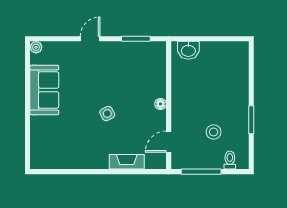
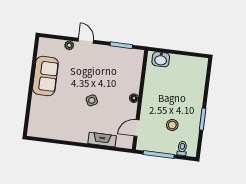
door: (90, 39) -> (86, 41), hinge flipped
plant: (36, 47) -> (69, 45), moved

